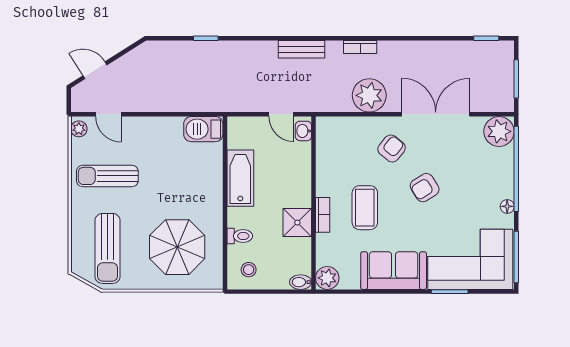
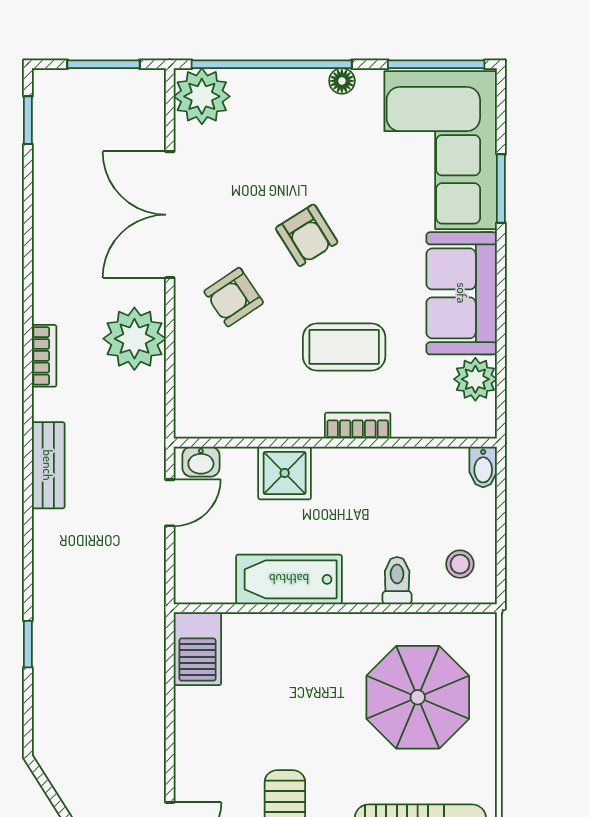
armchair: (392, 148) -> (234, 297), turned -73
shower: (297, 223) -> (285, 473), moved
plant: (327, 278) -> (475, 379), moved

